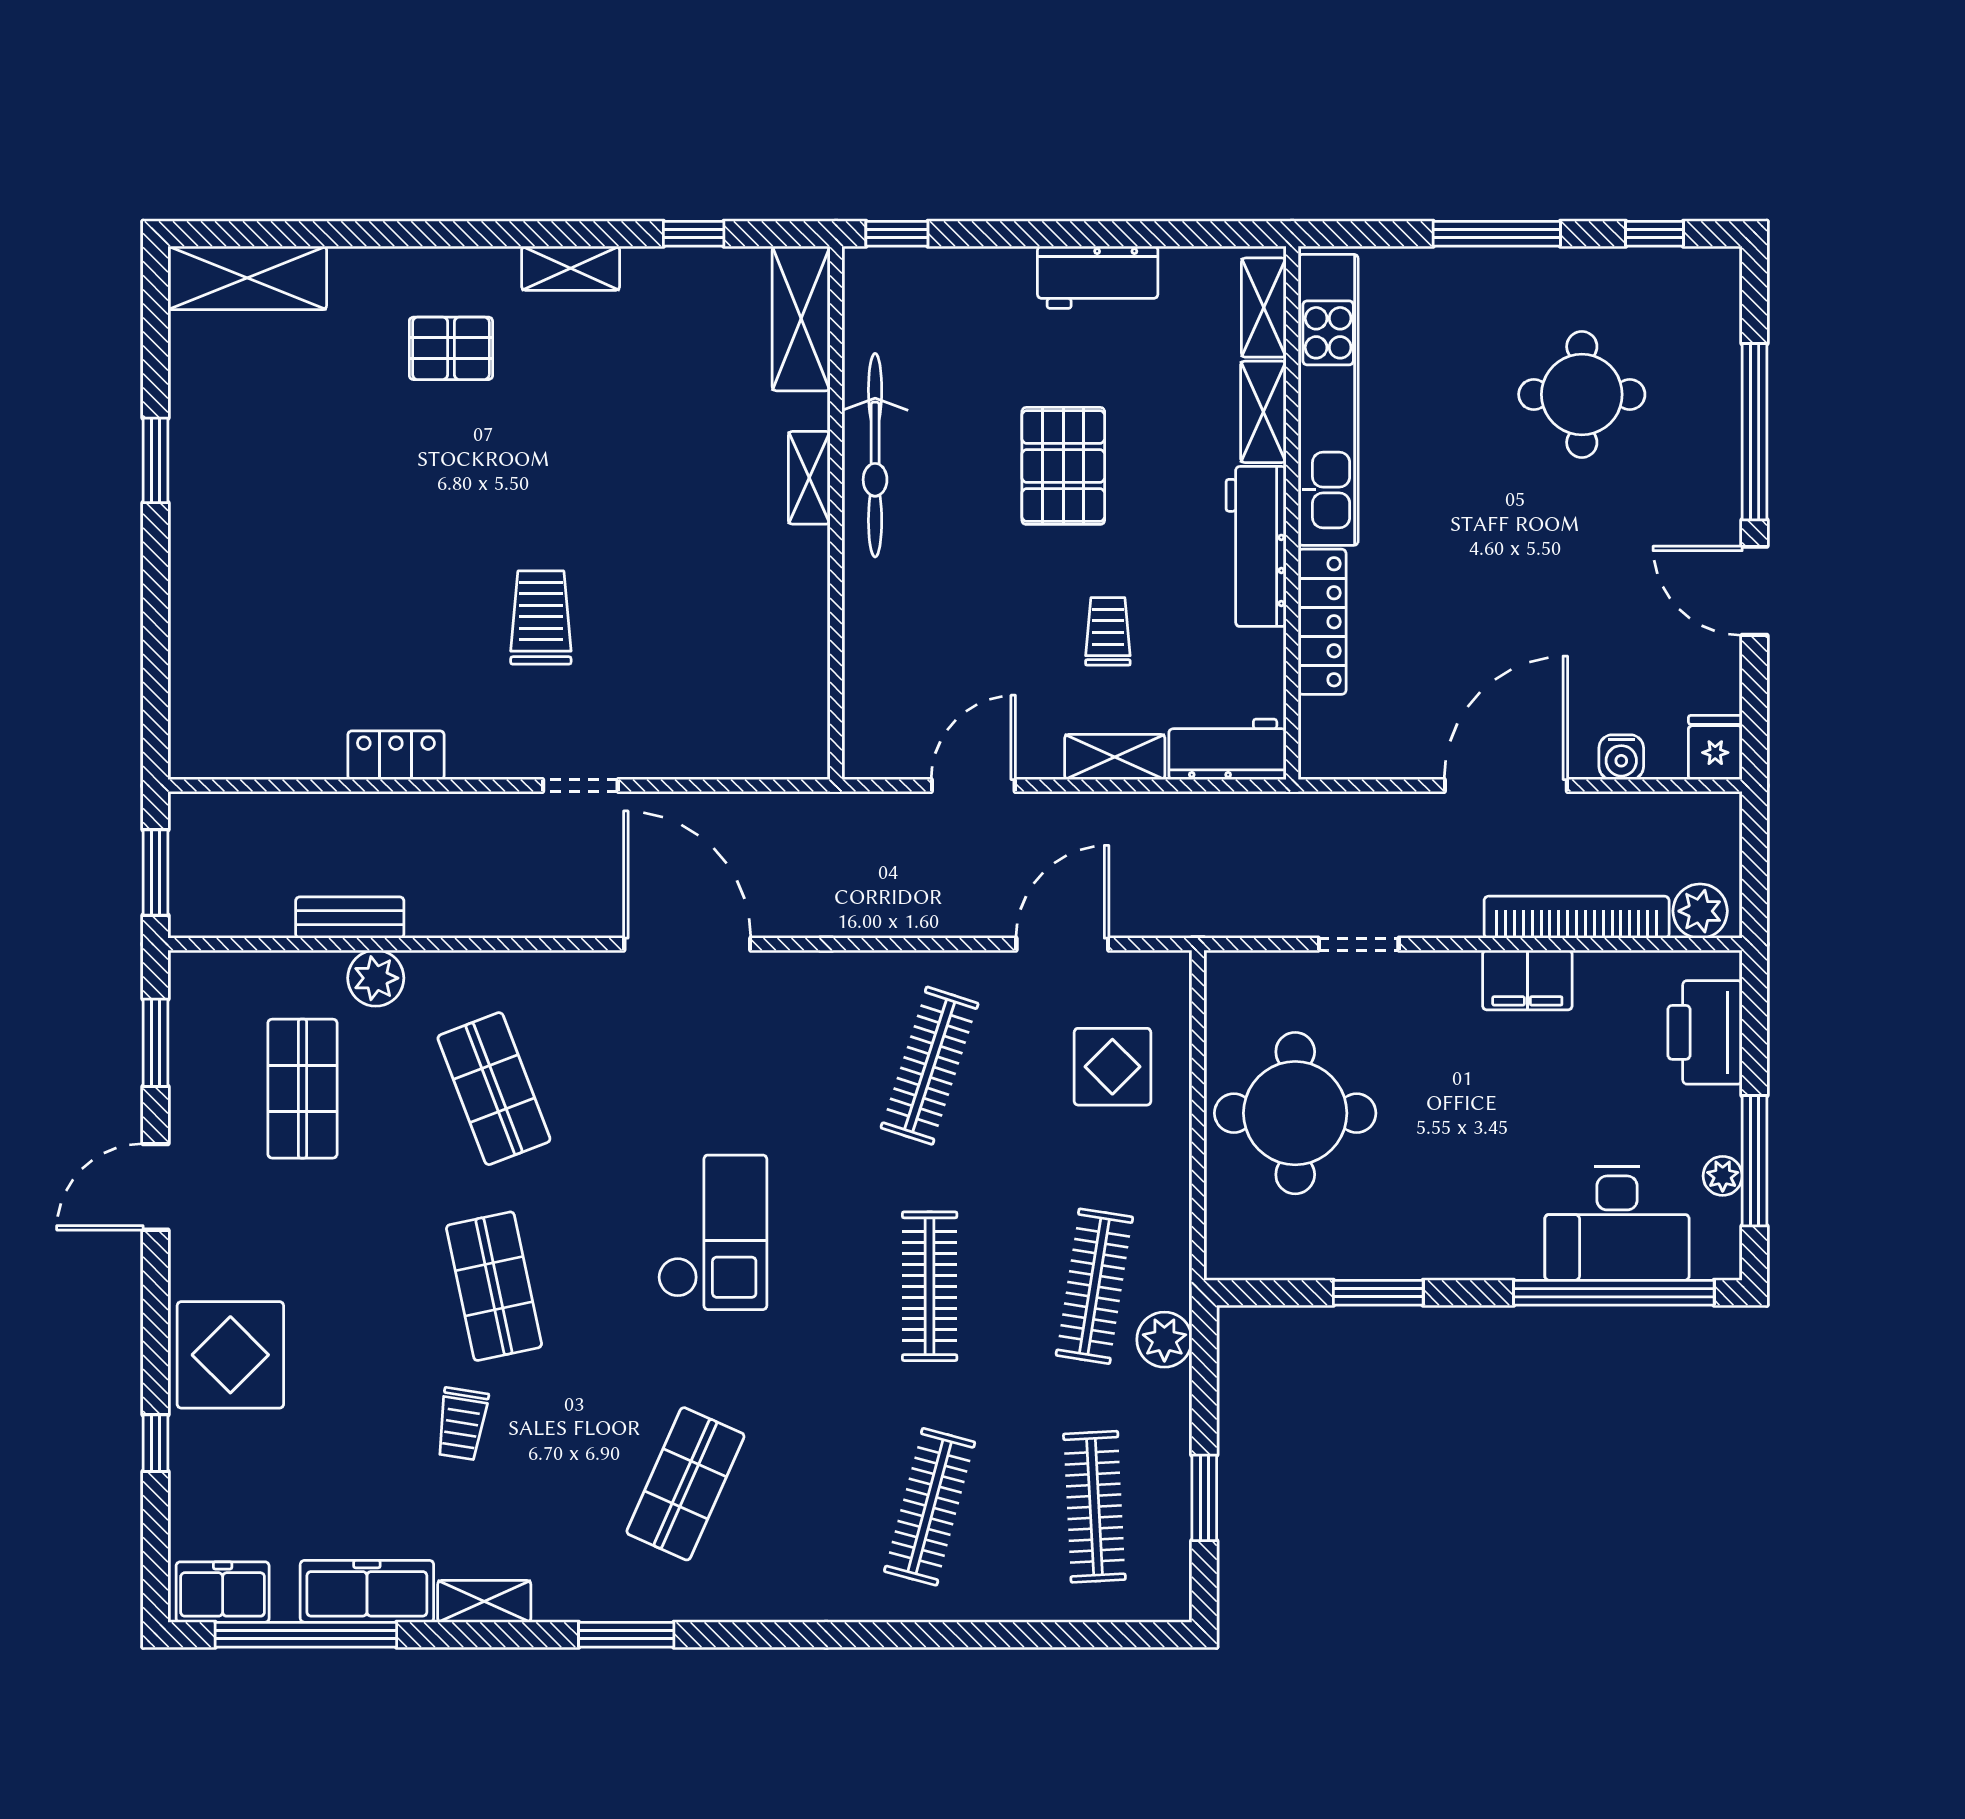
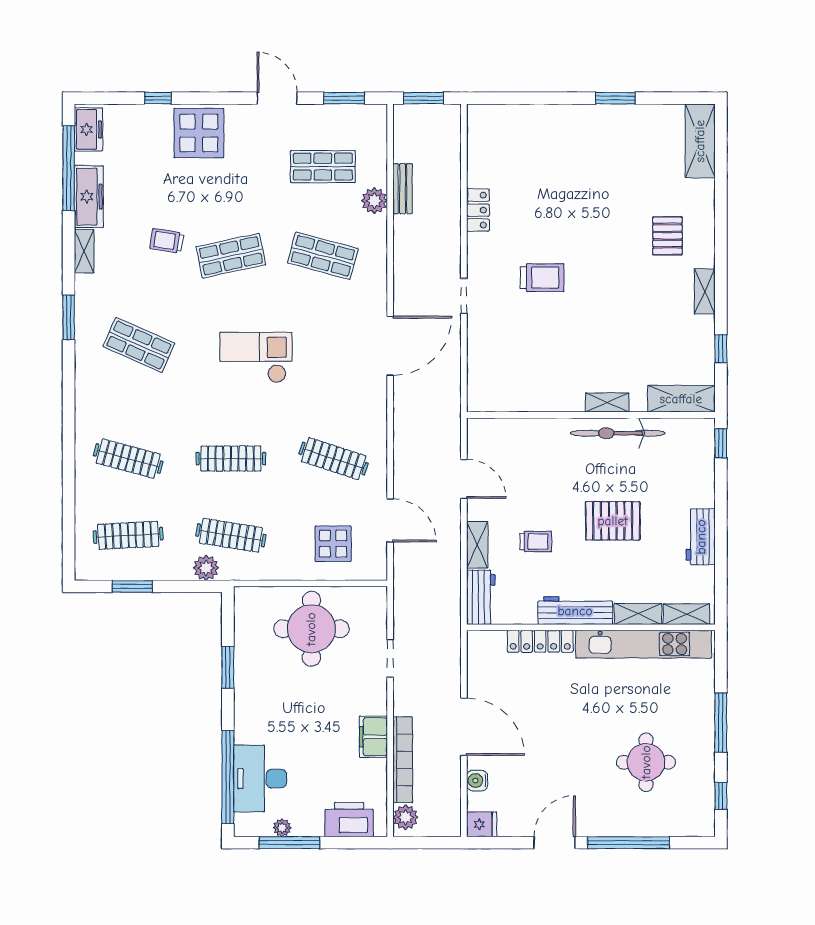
shop shelf: (494, 1089) -> (323, 256), turned 36
checkout: (712, 1232) -> (256, 357), turned 180

